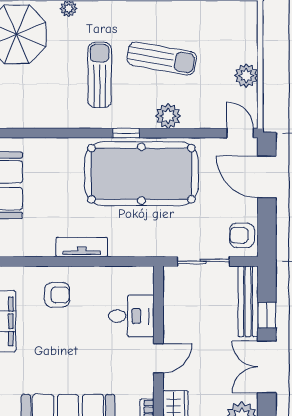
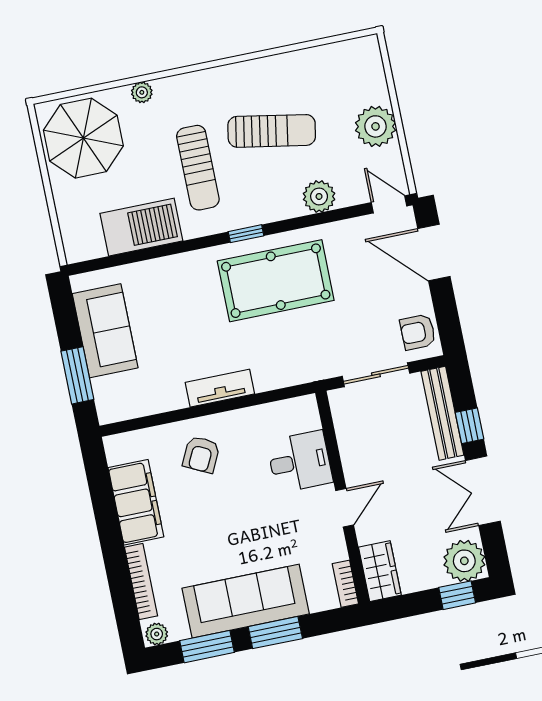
sun lounger: (100, 75) -> (198, 168), turned 180
plant: (246, 76) -> (376, 126), width x1.36, depth x1.36
barbecue: (47, 112) -> (141, 227), added
plant: (168, 116) -> (319, 196), moved
pool table: (141, 174) -> (276, 281), width x0.73, depth x0.76
armchair: (57, 295) -> (201, 454), turned 116

